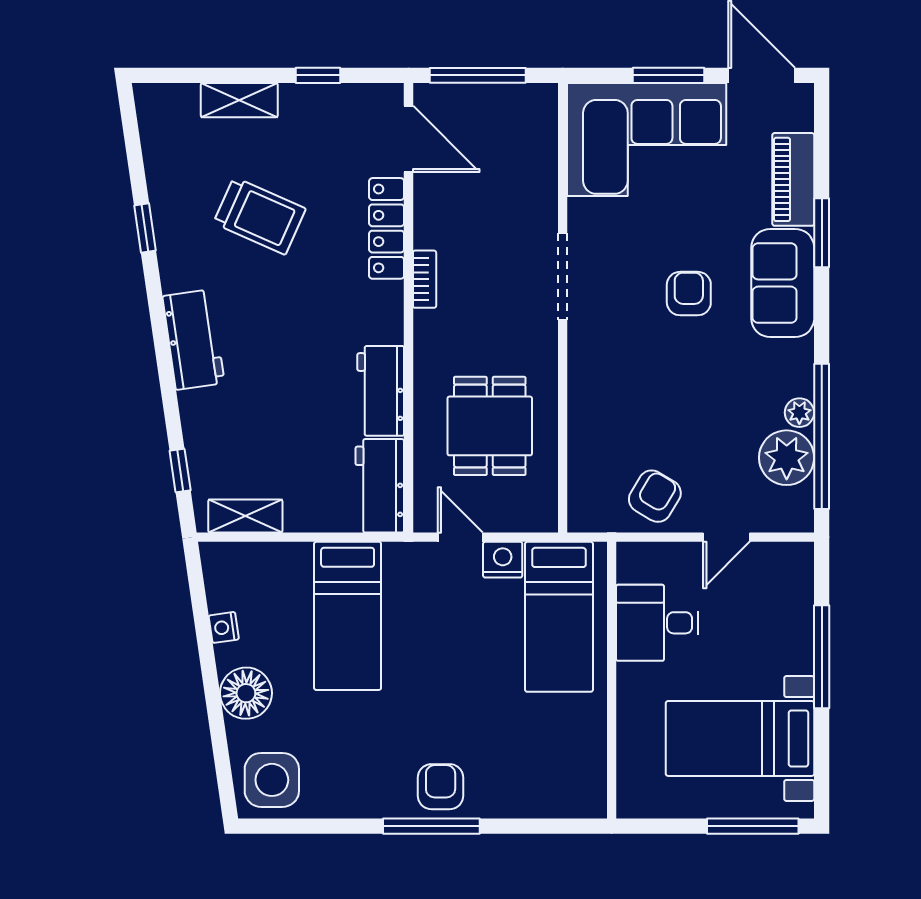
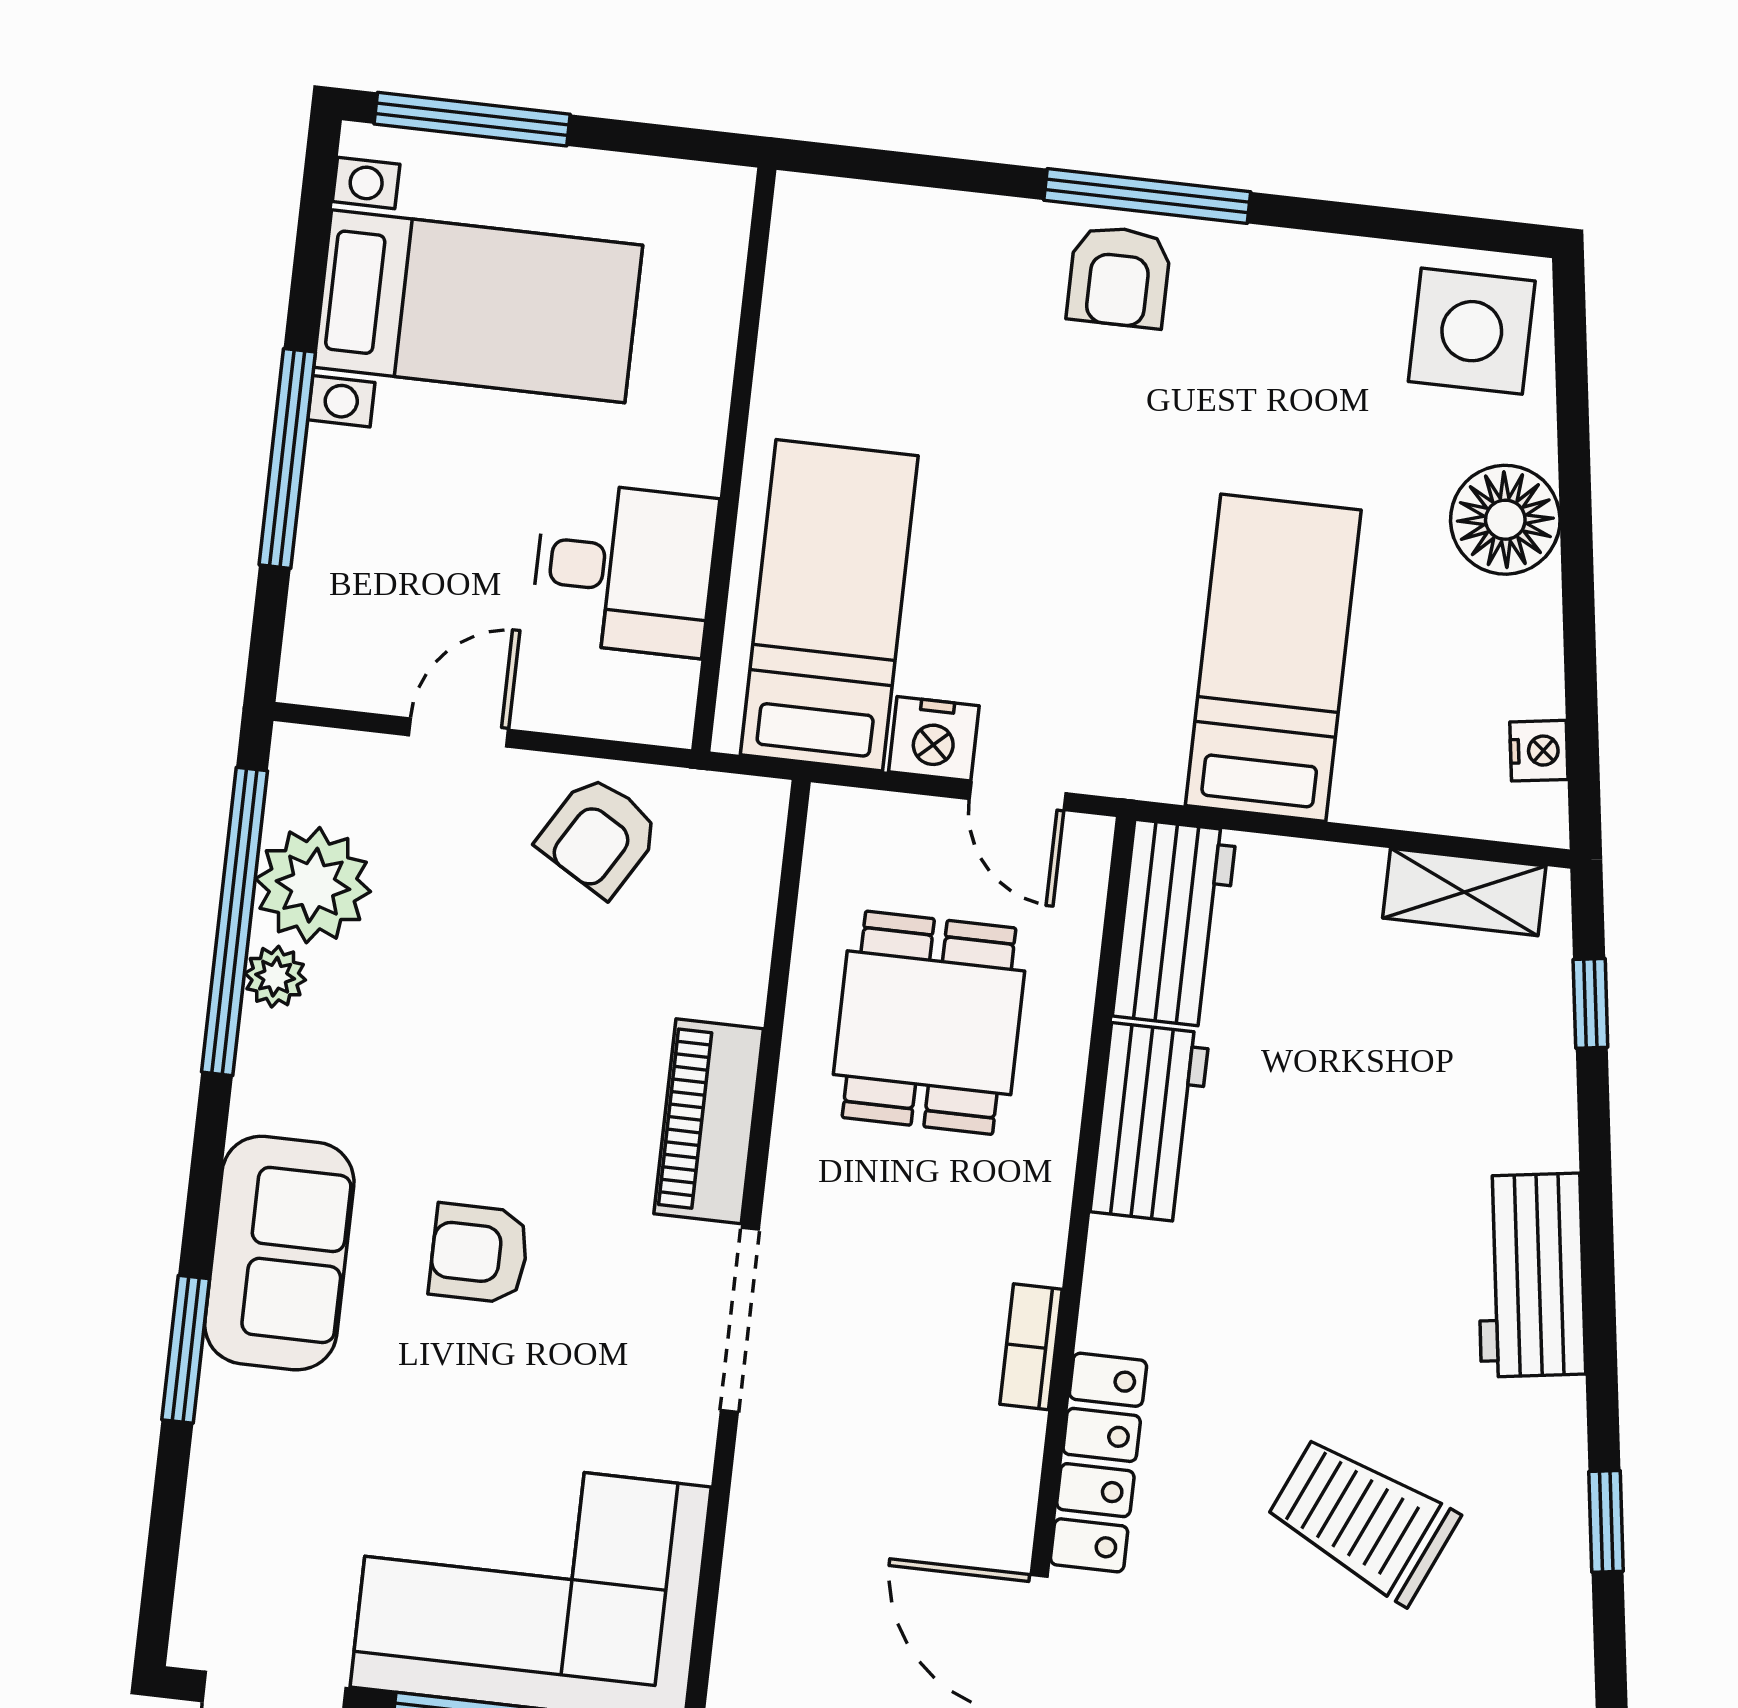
piano: (793, 179) -> (709, 1121), moved, turned 180
armchair: (689, 294) -> (479, 1253), turned 90
nightstand: (224, 627) -> (1539, 751), moved

